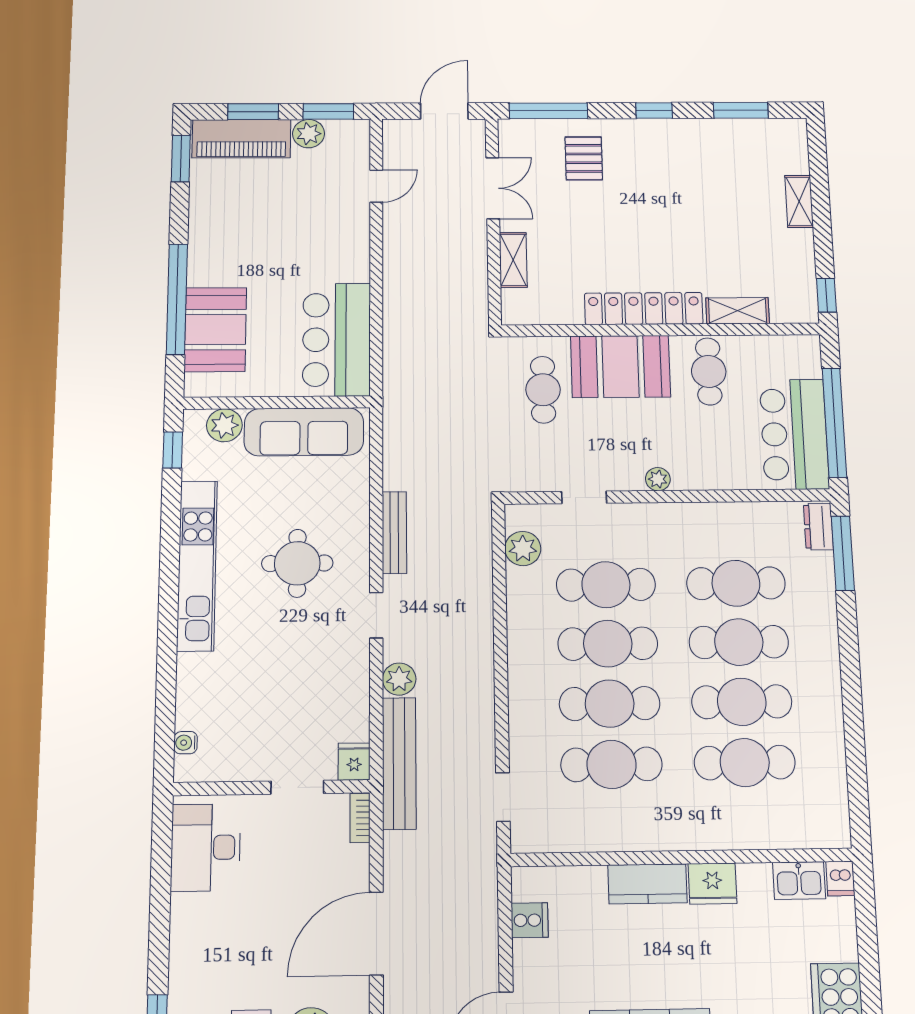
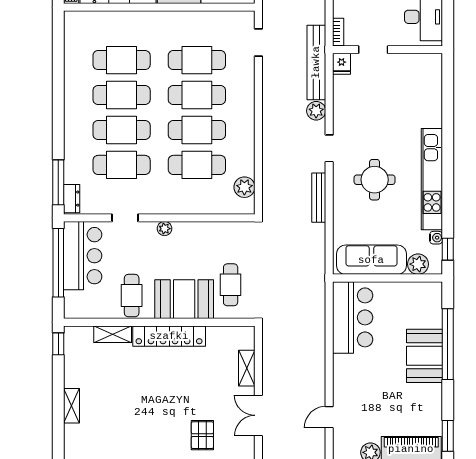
booth: (215, 330) -> (425, 356), moved
doorway: (584, 497) -> (125, 218), moved
water cooler: (186, 743) -> (436, 238), moved

